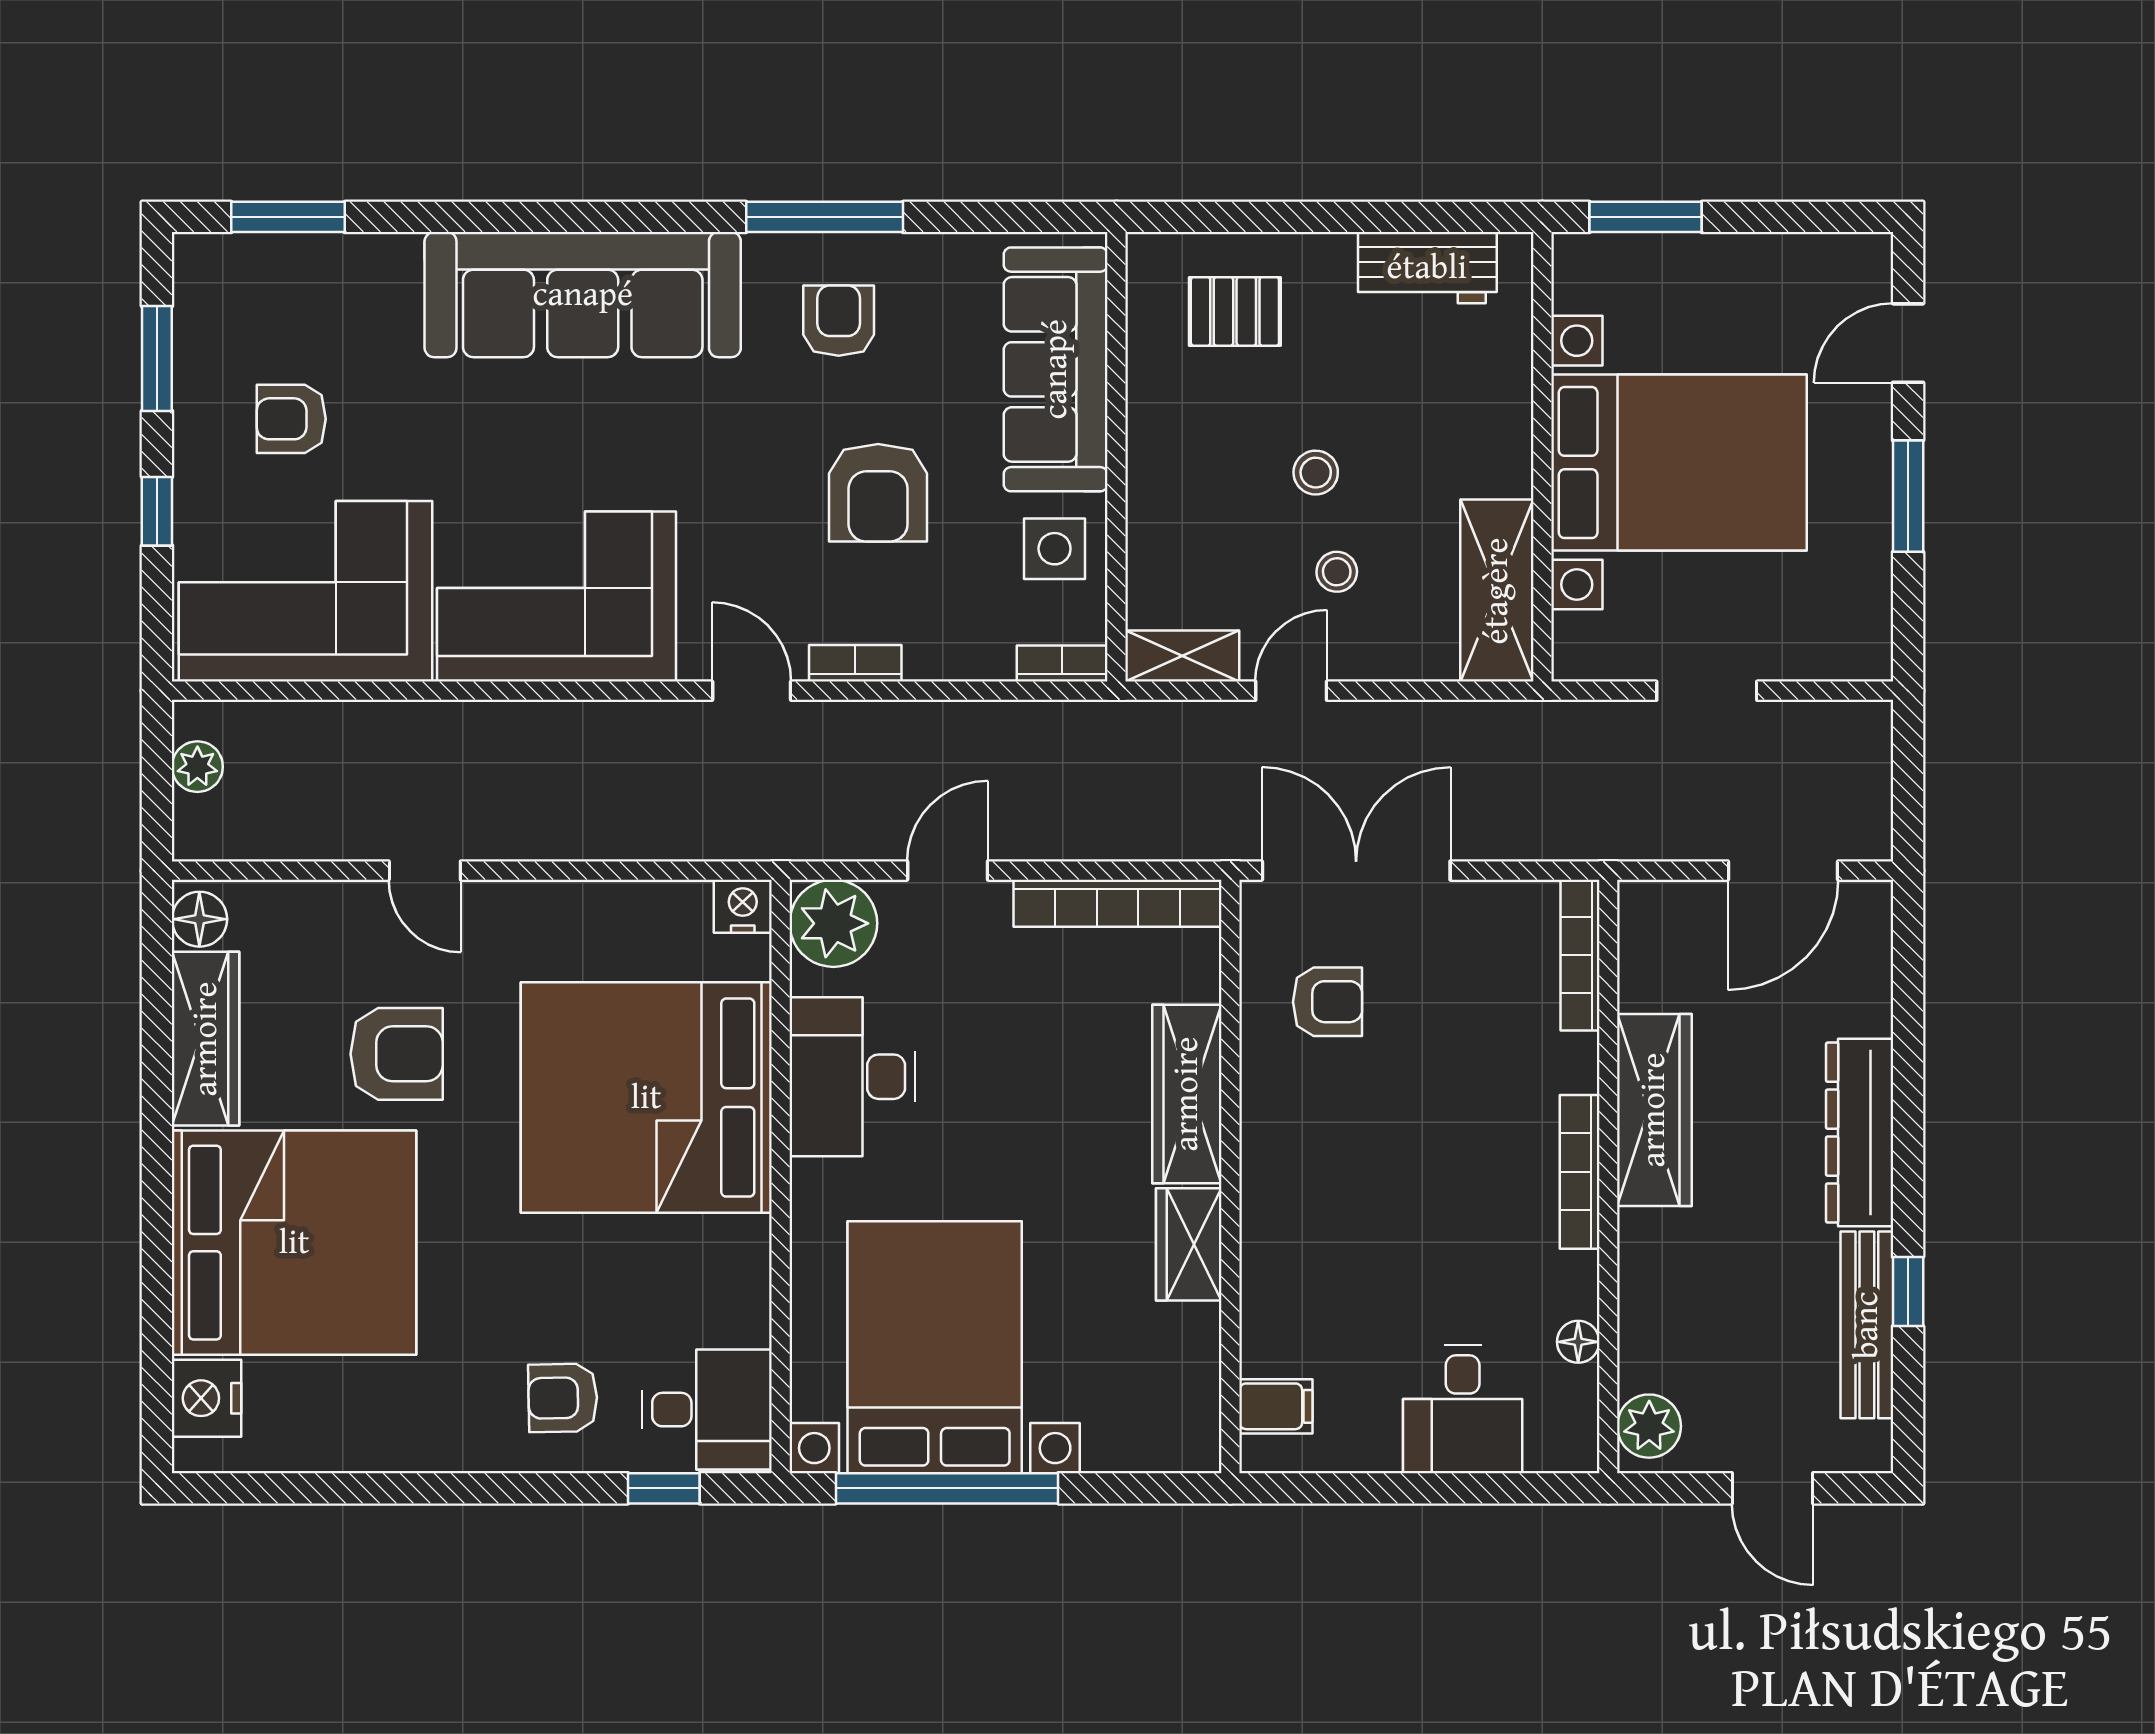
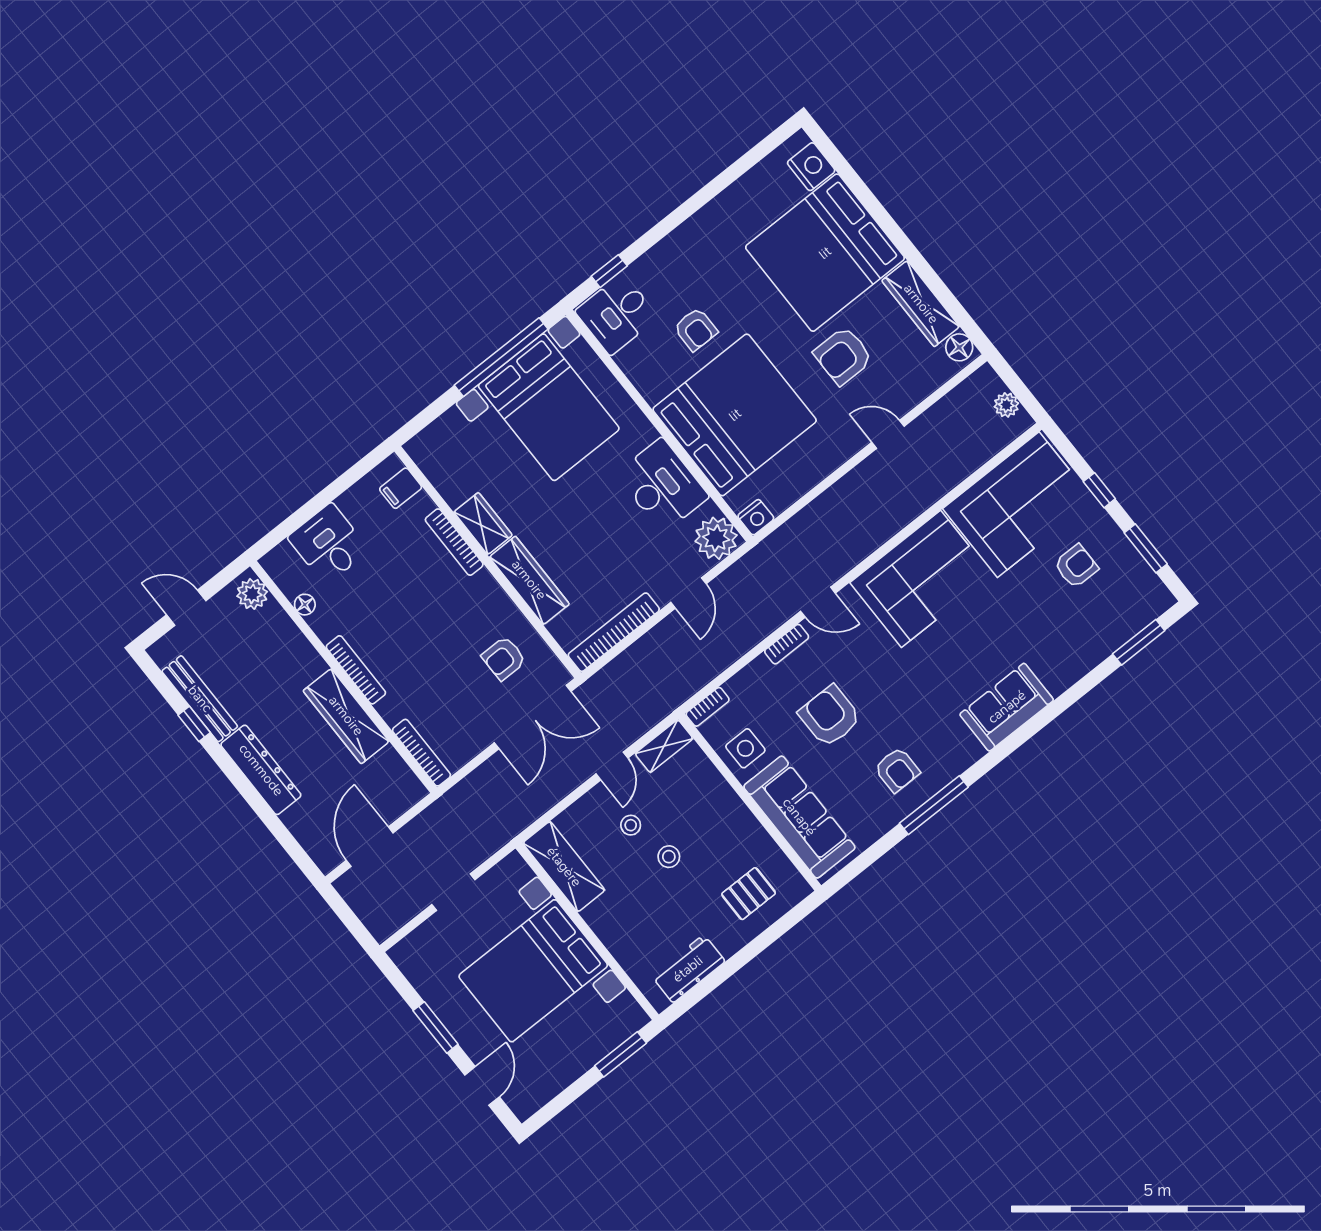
sofa: (583, 295) -> (1007, 707), width x0.54, depth x0.79
bookcase: (1259, 1252) -> (454, 542), added
armchair: (563, 1398) -> (696, 329), moved, turned 91

